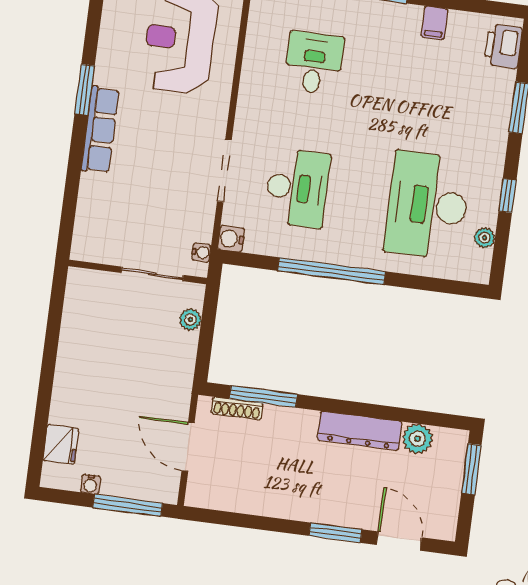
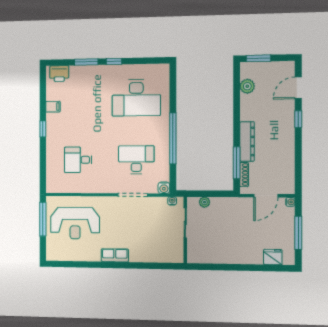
window: (85, 90) -> (104, 265), removed
row of seats: (100, 130) -> (115, 255), width x0.68
window: (507, 196) -> (114, 61), moved
plant: (485, 238) -> (148, 69), removed
dresser: (360, 431) -> (247, 141), moved
water cooler: (90, 484) -> (290, 202), moved
window: (128, 505) -> (298, 233), moved
window: (335, 533) -> (298, 119), width x0.67

